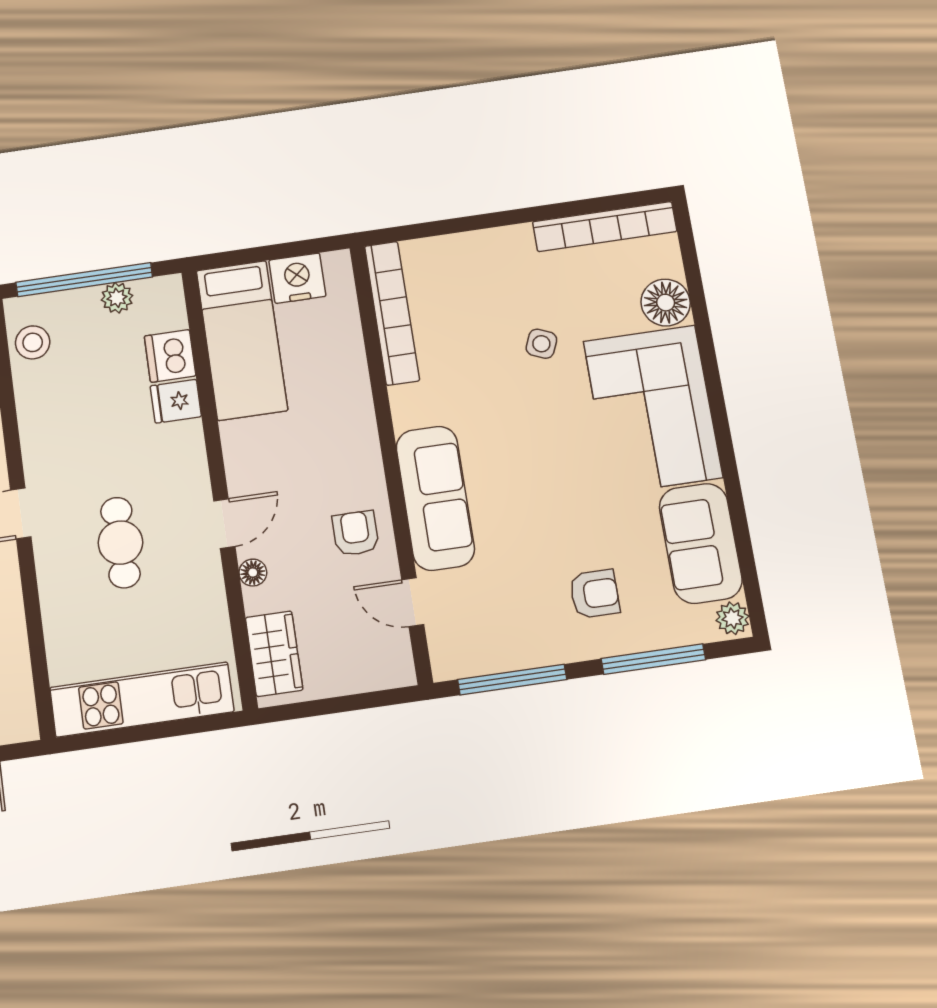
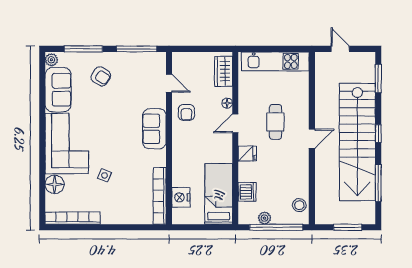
nightstand: (297, 278) -> (181, 197), moved, turned 90
fridge: (176, 401) -> (247, 154), moved
sofa: (435, 498) -> (154, 129), width x0.73
armchair: (595, 594) -> (101, 76), turned -148

